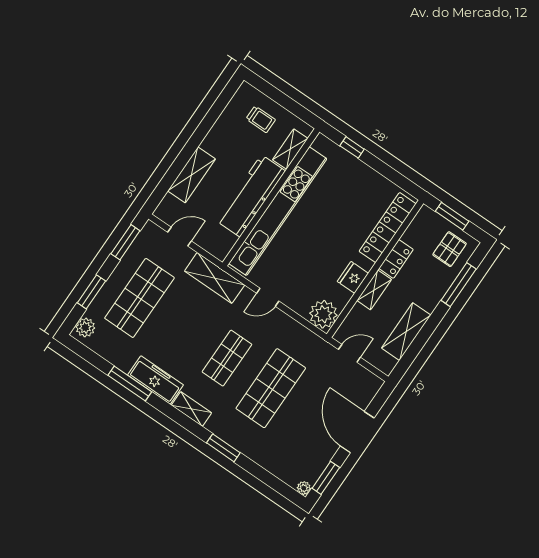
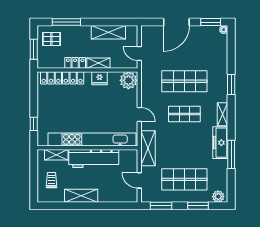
shelving: (192, 175) -> (81, 196), moved

